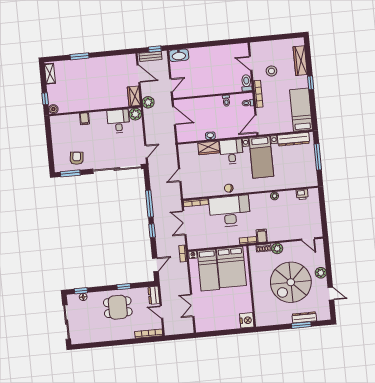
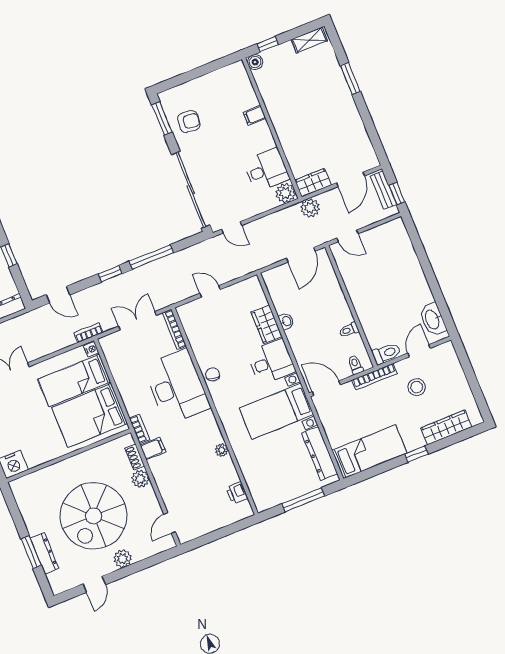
washbasin: (179, 55) -> (433, 319), moved
spiral stairs: (291, 282) -> (94, 516), turned -90

